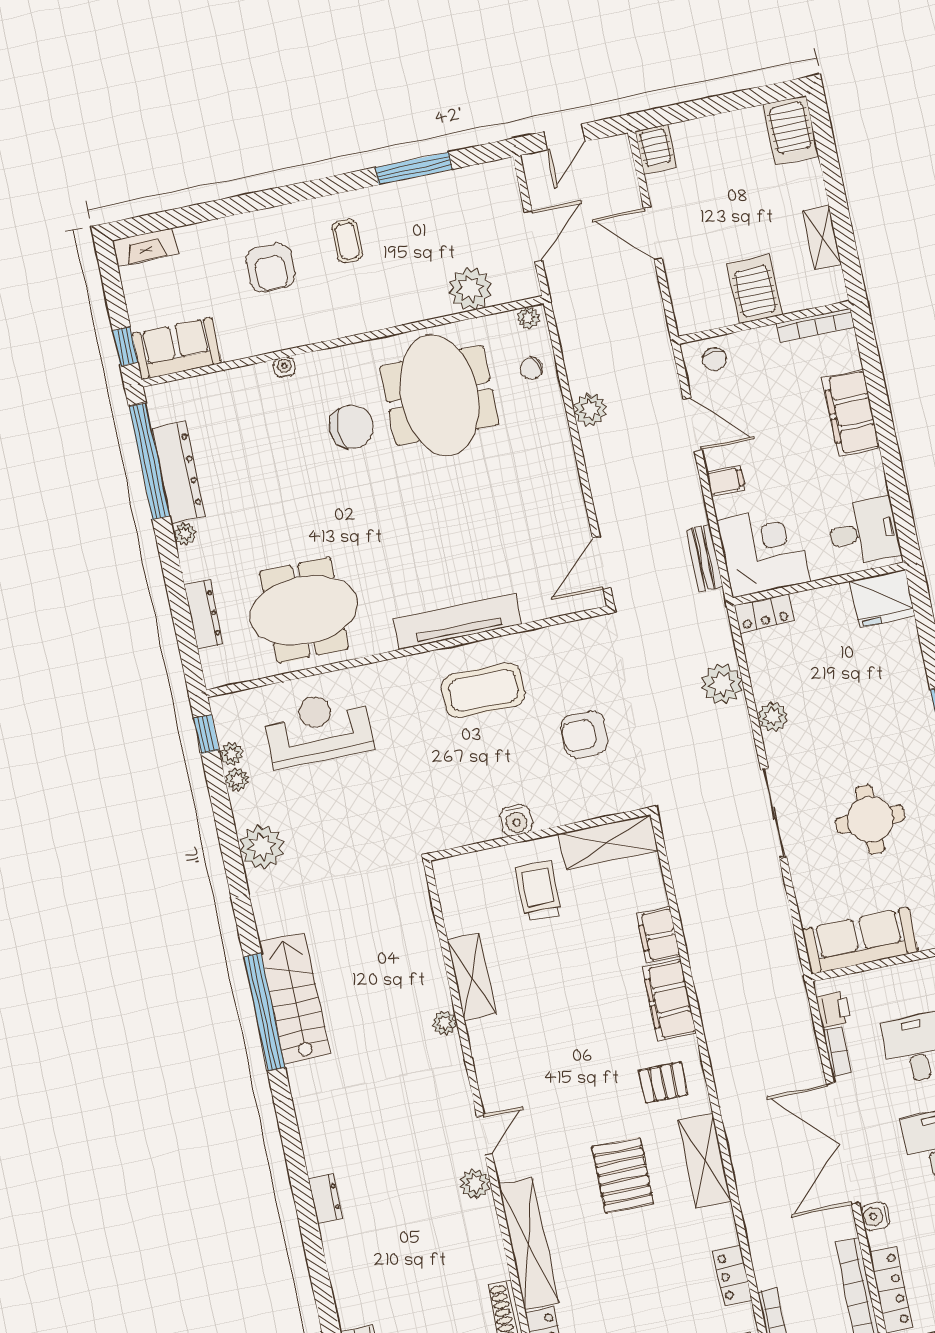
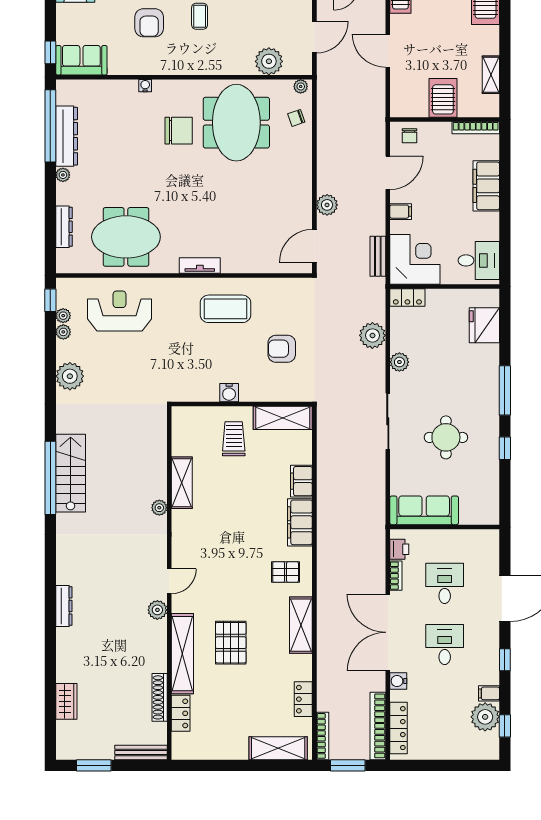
plant: (590, 410) -> (327, 205), moved
door: (693, 424) -> (388, 173), hinge flipped
fridge: (882, 598) -> (484, 325), moved, turned 90
tv unit: (457, 621) -> (200, 266), width x0.52, depth x0.78
pallet: (623, 1175) -> (231, 643), moved
dresser: (325, 1198) -> (64, 606), width x1.44

